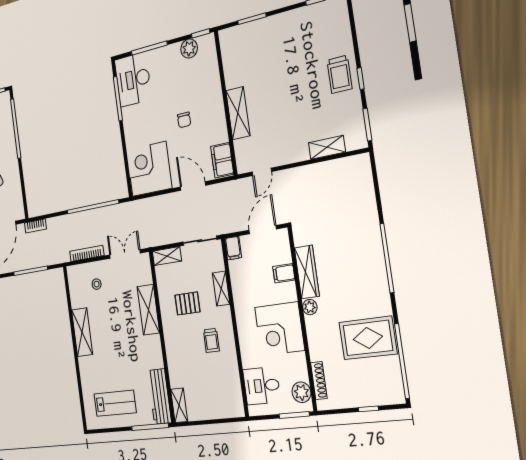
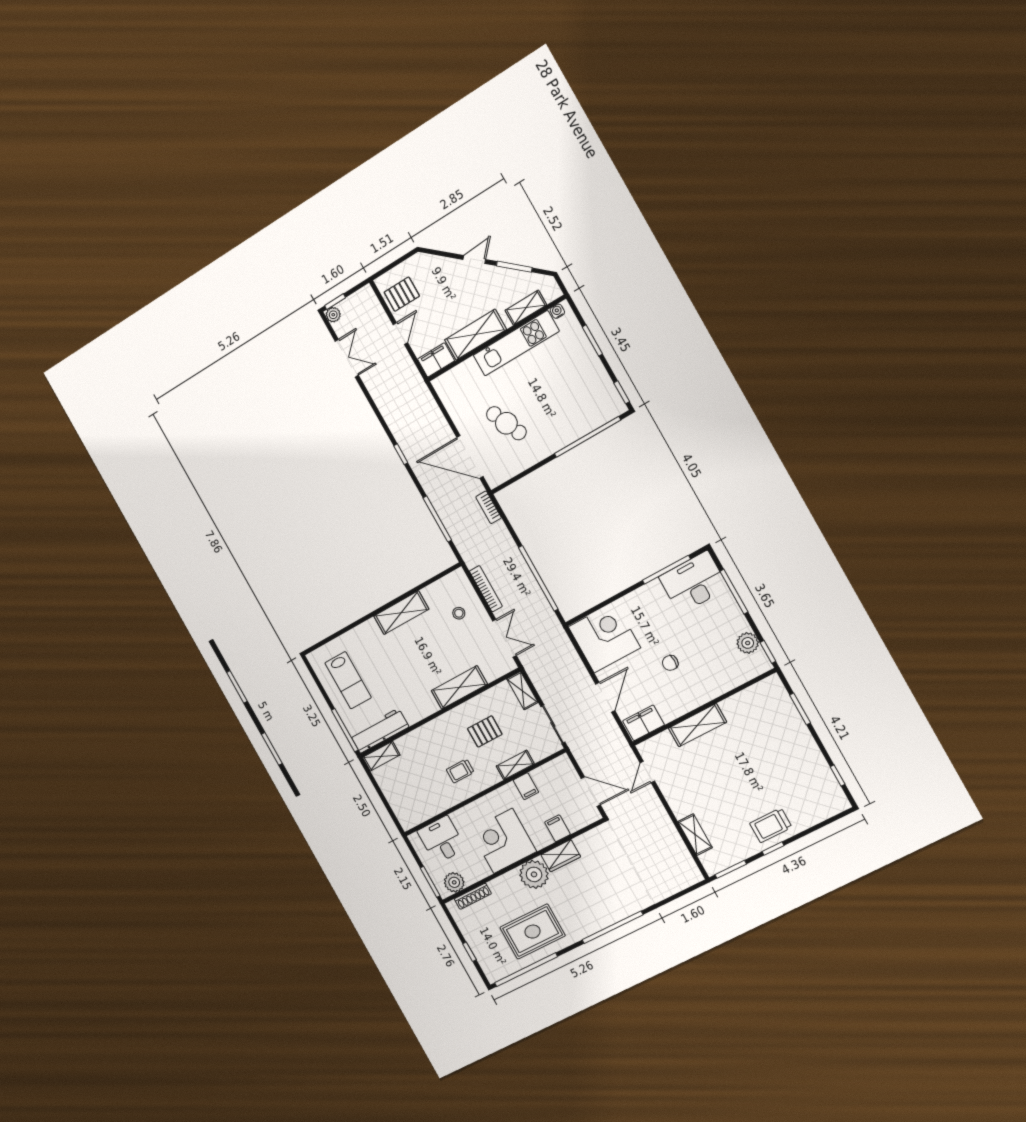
door: (262, 172) -> (647, 772), hinge flipped
filing cabinet: (233, 248) -> (526, 786), moved, turned -90
wardrobe: (307, 272) -> (561, 856), width x0.67
pallet: (187, 303) -> (485, 731), turned 90
plant: (310, 307) -> (534, 874), width x1.88, depth x1.88
rug: (368, 338) -> (533, 932), turned 90

